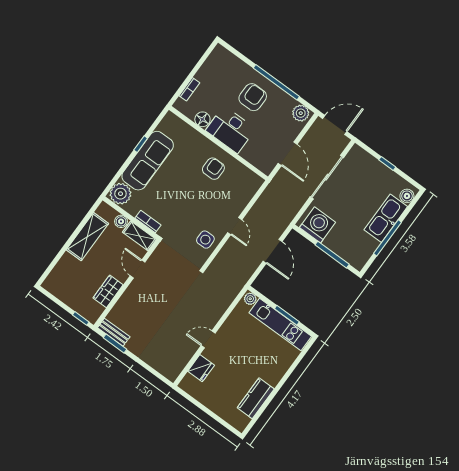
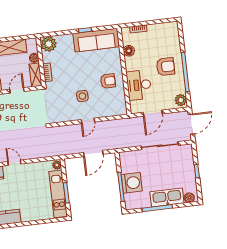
door: (335, 125) -> (191, 124), hinge flipped
desk: (231, 130) -> (139, 85), moved
sofa: (148, 161) -> (96, 40), moved
washing machine: (318, 225) -> (132, 183), moved
side table: (205, 240) -> (82, 96), moved

